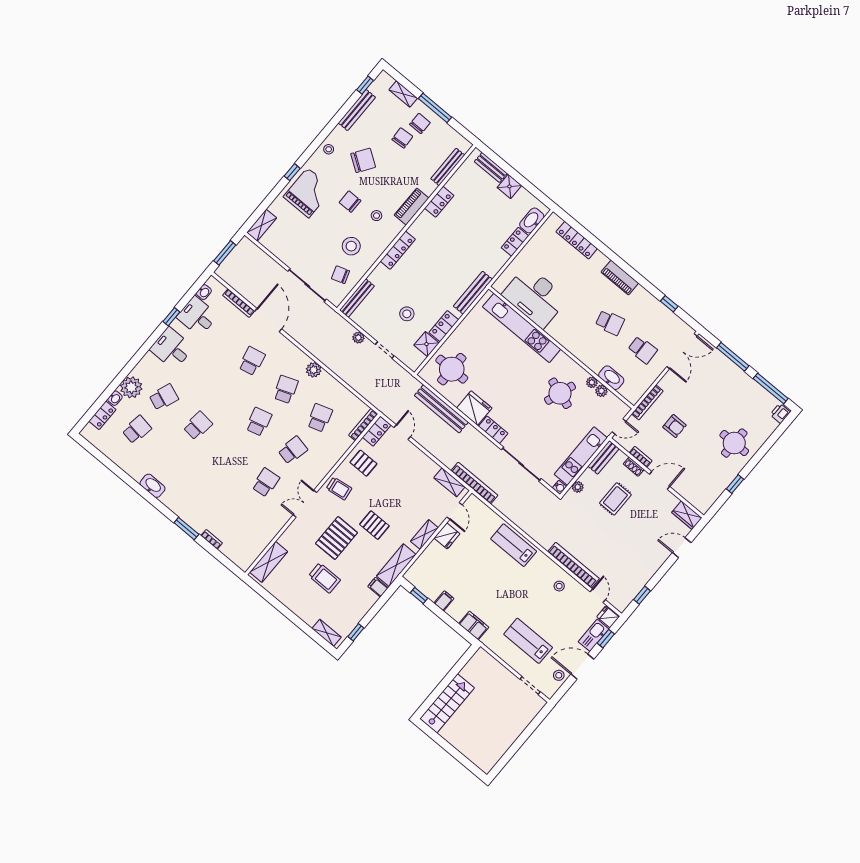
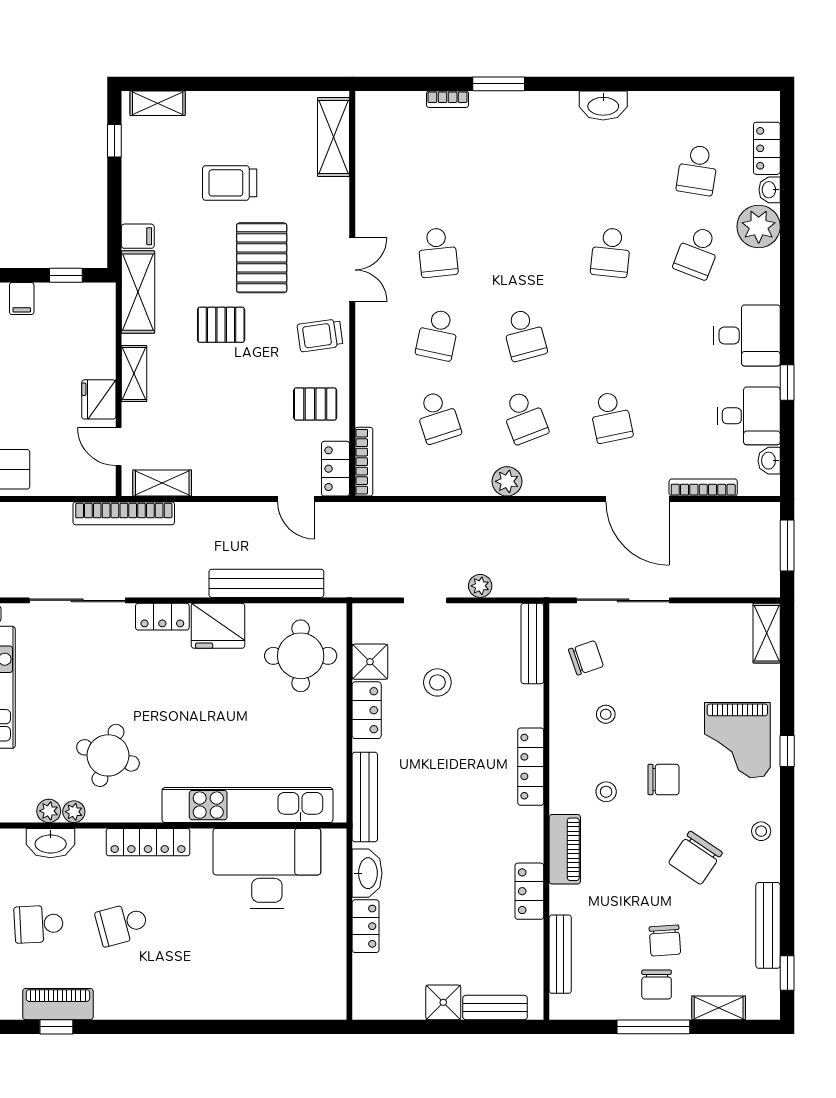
washbasin: (532, 220) -> (367, 873), moved
locker: (577, 240) -> (148, 842), moved, turned 180
stool: (351, 246) -> (606, 714), width x0.53, depth x0.53
piano: (620, 278) -> (58, 1004), moved

